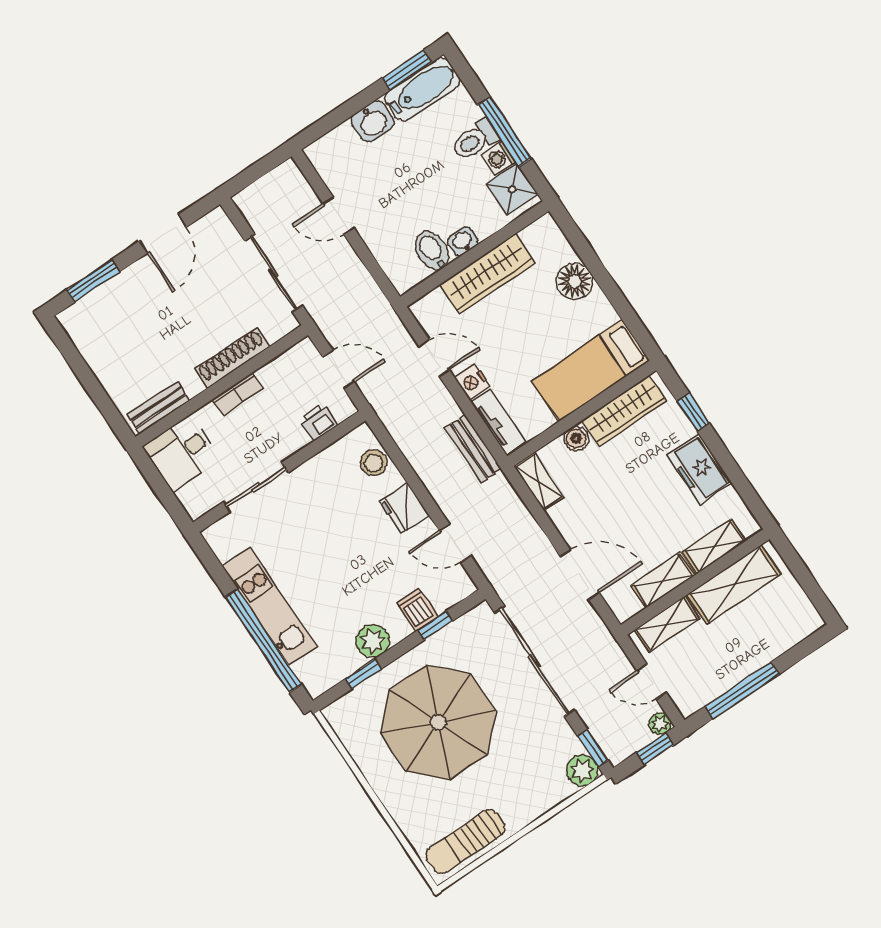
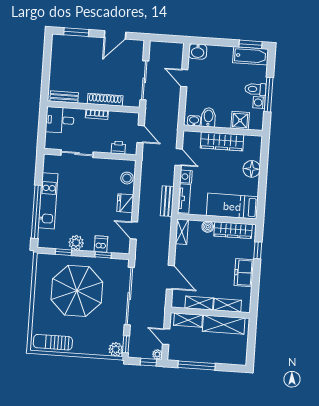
washbasin: (373, 121) -> (198, 51), moved
shower: (512, 189) -> (240, 120), moved
washbasin: (463, 241) -> (194, 121), moved

